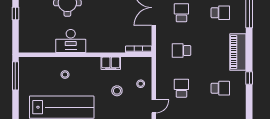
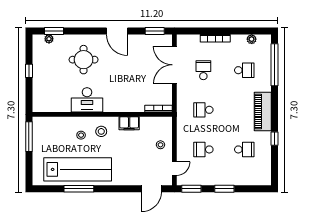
school desk: (181, 88) -> (203, 149), turned -90
stool: (117, 91) -> (101, 131), moved

